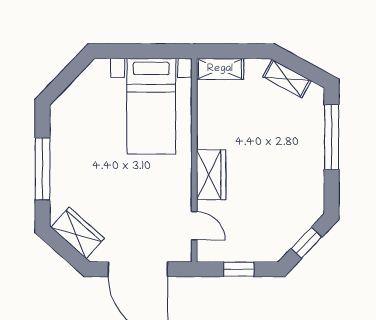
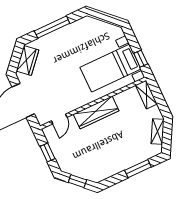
window: (158, 51) -> (141, 59), added
window: (332, 137) -> (138, 169), width x0.69
wardrobe: (211, 175) -> (96, 112), width x1.50

